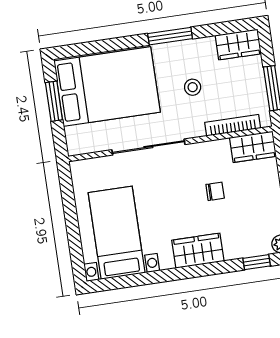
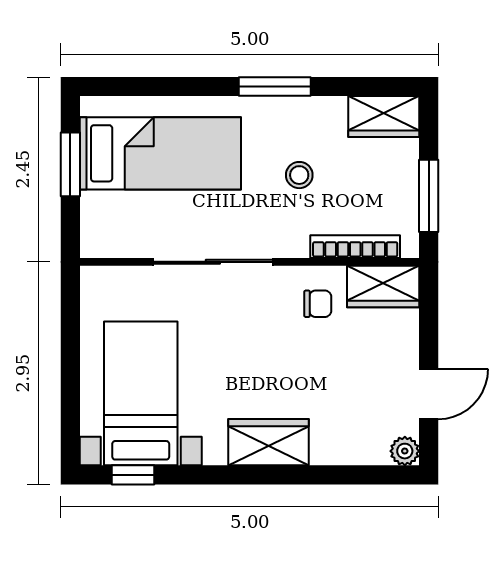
bed: (107, 86) -> (160, 153), width x0.67
chair: (215, 191) -> (318, 304), moved
window: (257, 262) -> (133, 475), moved

